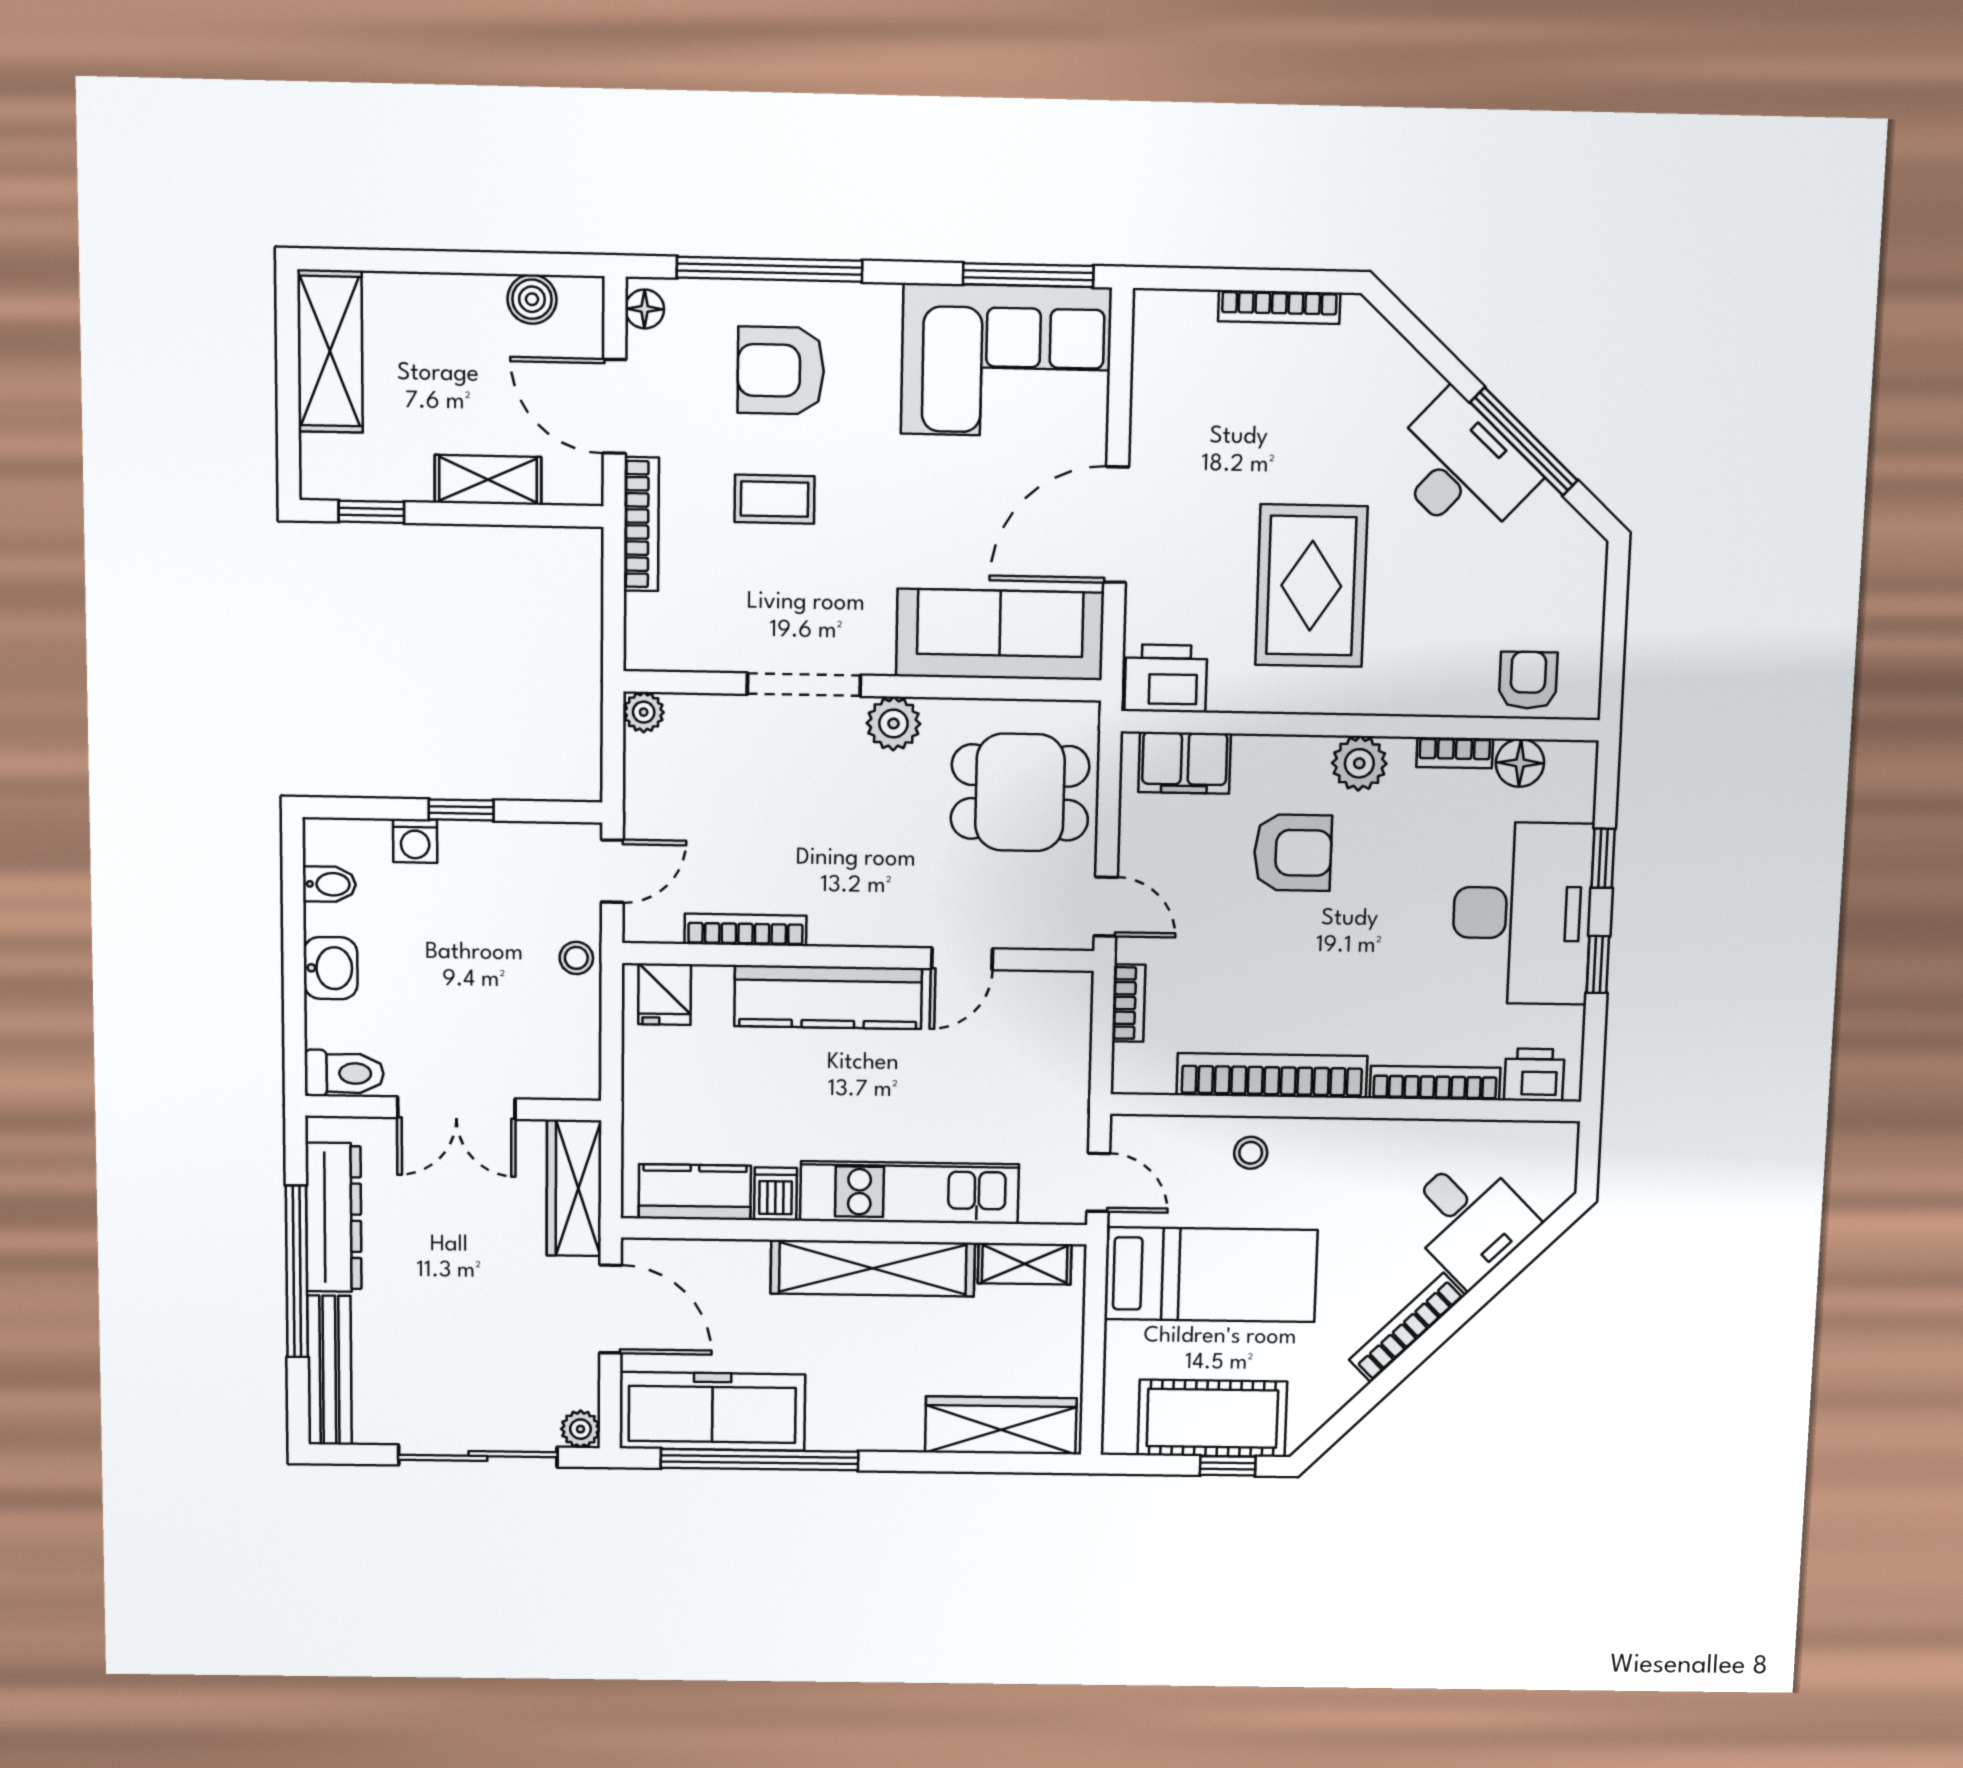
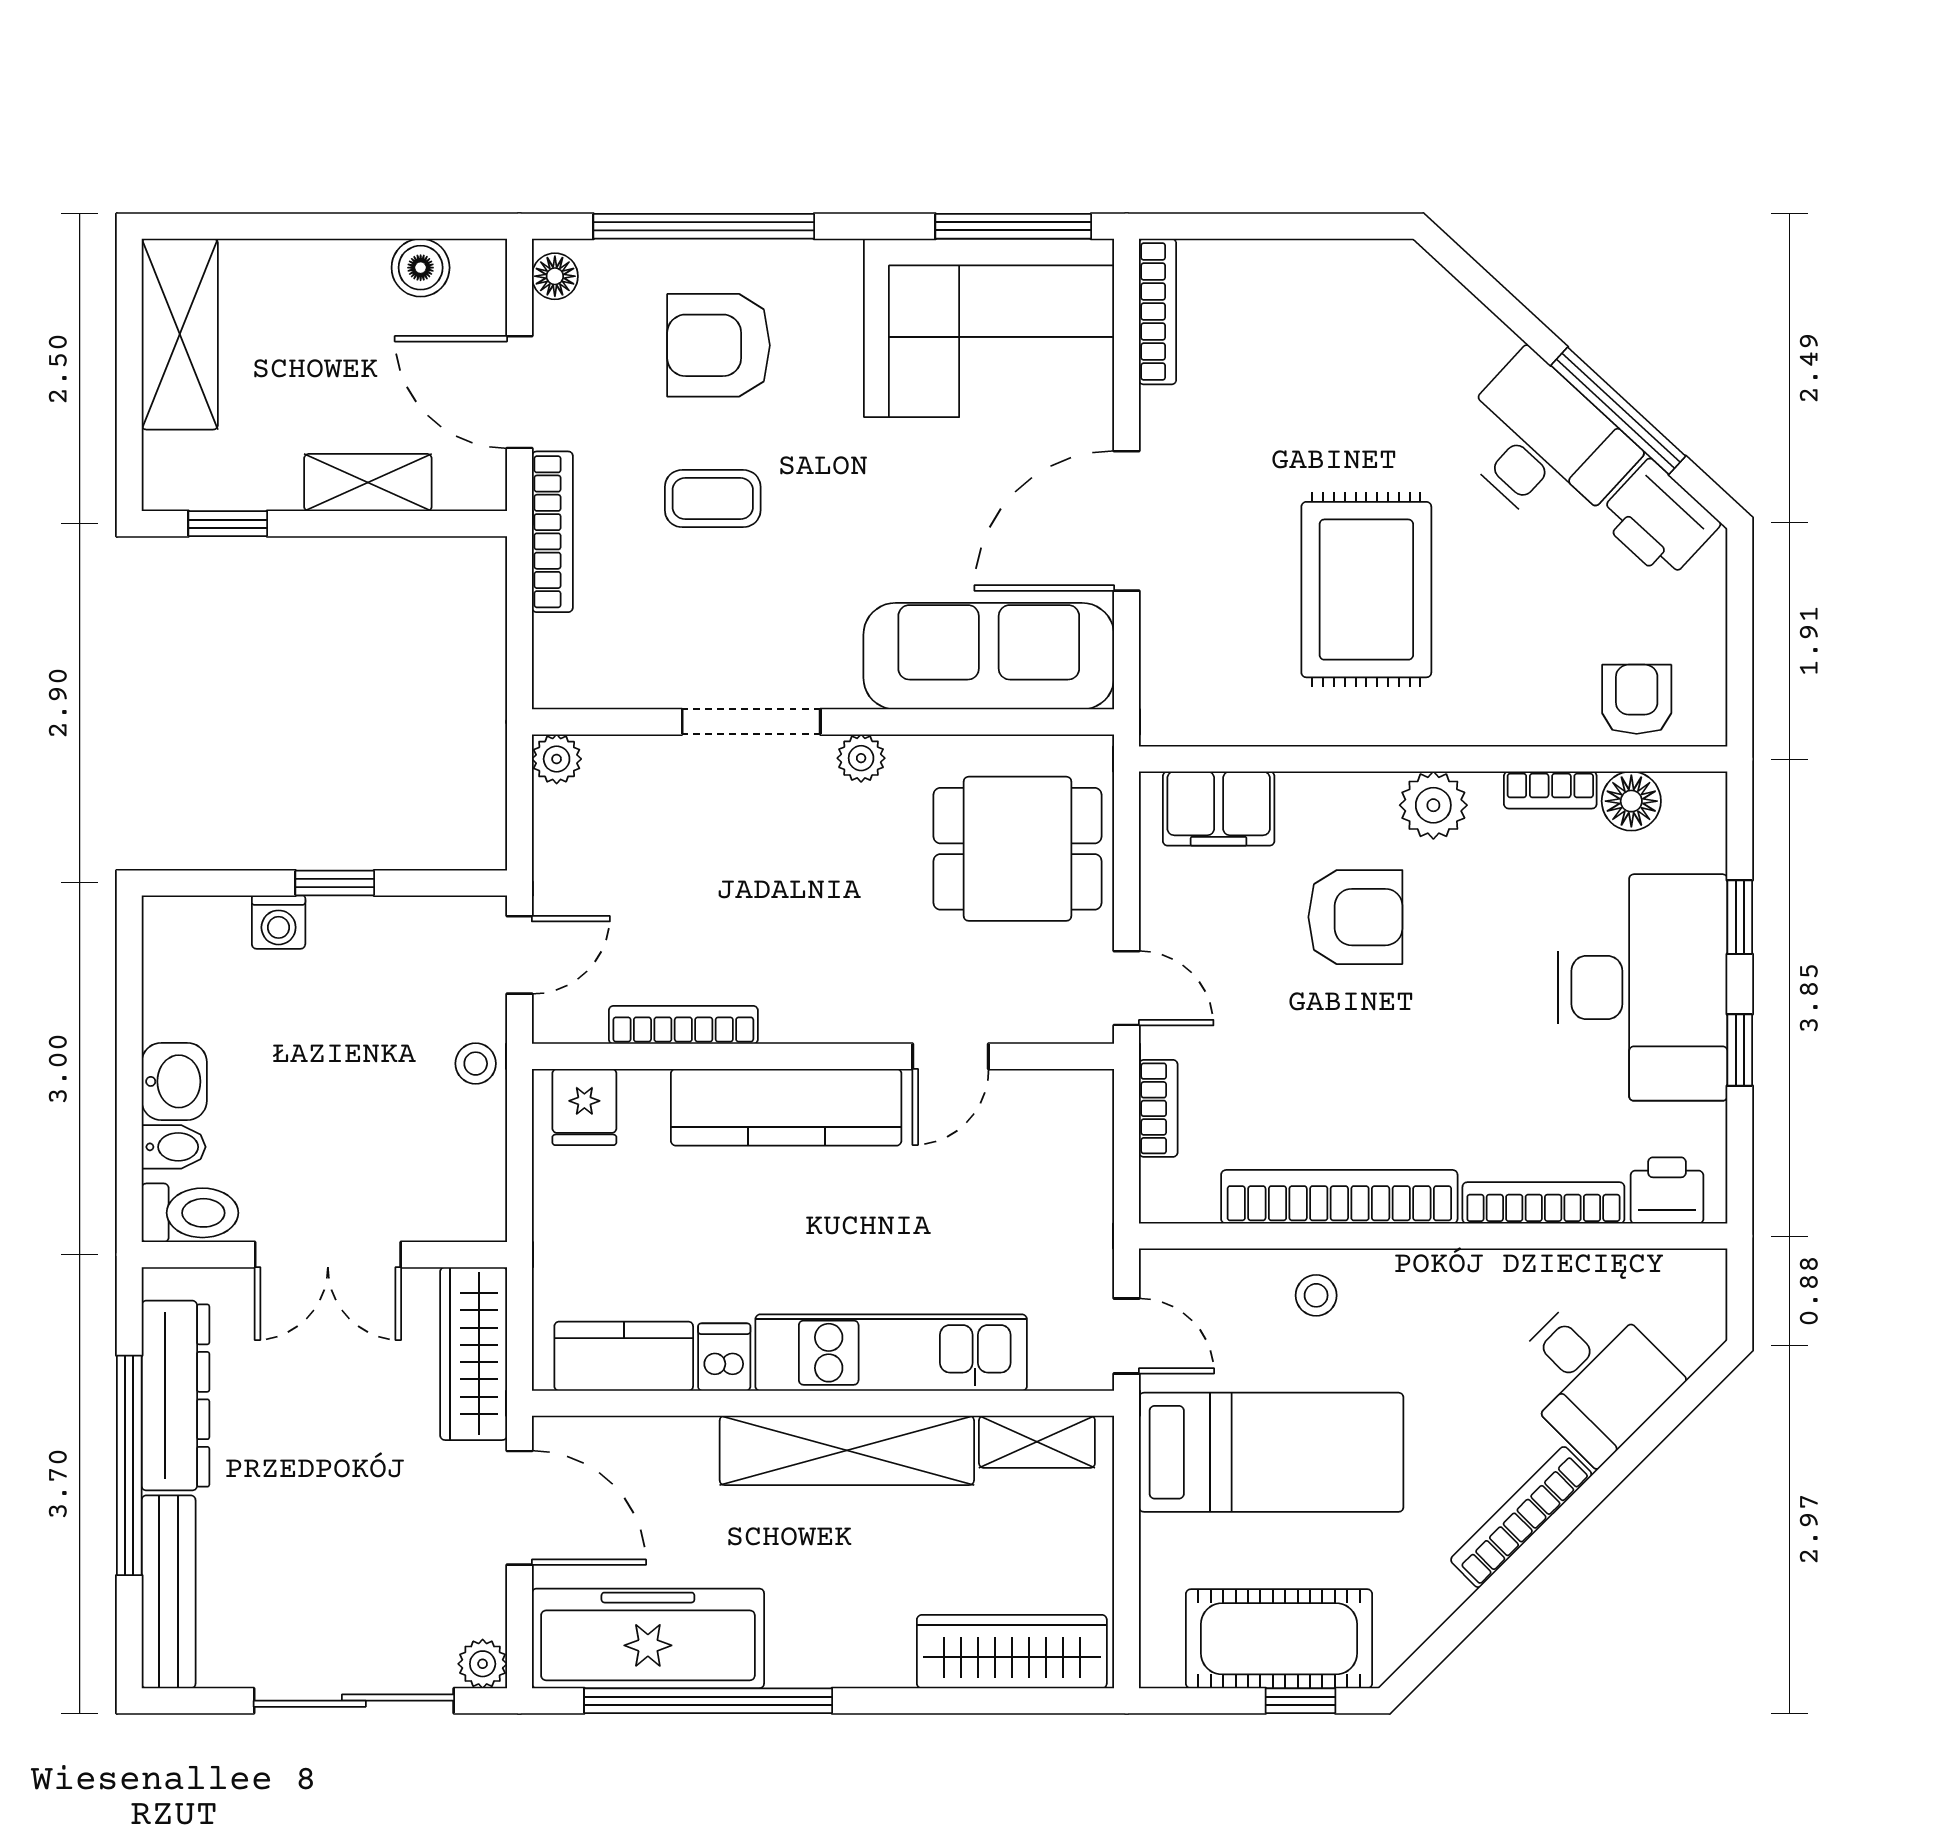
bookcase: (1279, 307) -> (1158, 312), moved, turned -90
printer: (1166, 678) -> (1658, 520), moved, turned -137
plant: (893, 723) -> (861, 758), width x0.73, depth x0.73
bidet: (329, 884) -> (174, 1147), moved

